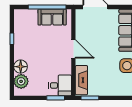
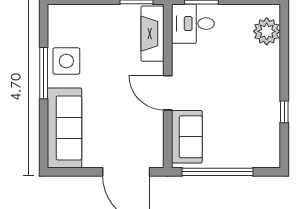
sofa: (52, 17) -> (187, 137), moved, turned 90
floor lamp: (21, 67) -> (268, 59), removed

